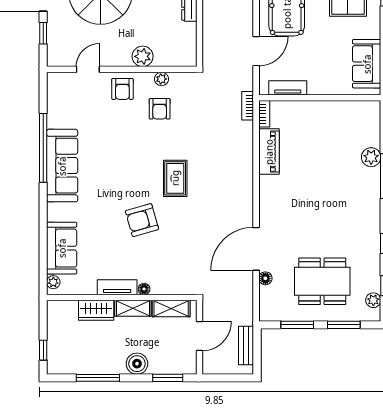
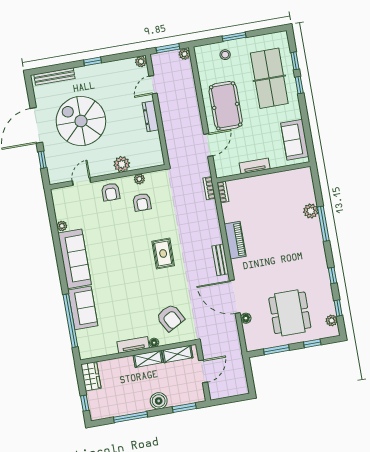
tv unit: (288, 88) -> (255, 166), moved
window: (43, 148) -> (70, 321), moved
piano: (269, 152) -> (235, 240), moved
armchair: (142, 220) -> (170, 318), moved, turned -103
sofa: (62, 248) -> (83, 308), moved
door: (256, 249) -> (235, 297), hinge flipped
dining table: (322, 281) -> (290, 313), turned 90
plant: (53, 282) -> (62, 226), moved
wardrobe: (96, 310) -> (91, 376), moved, turned -90
window: (344, 325) -> (312, 343), width x0.67
bench: (246, 346) -> (220, 260), moved

